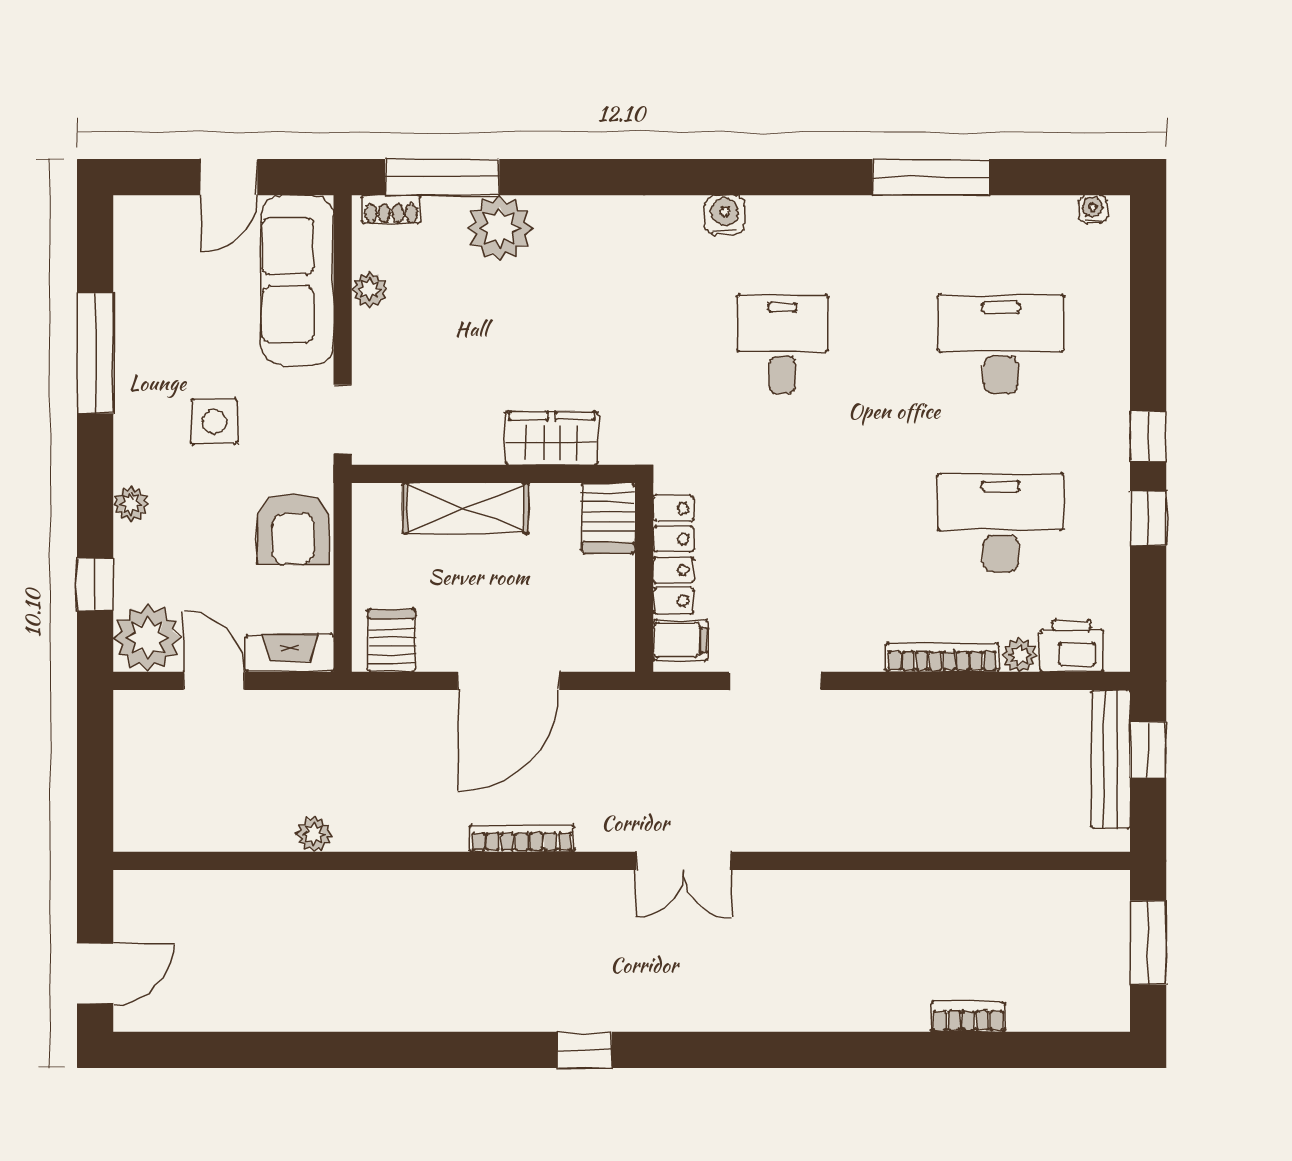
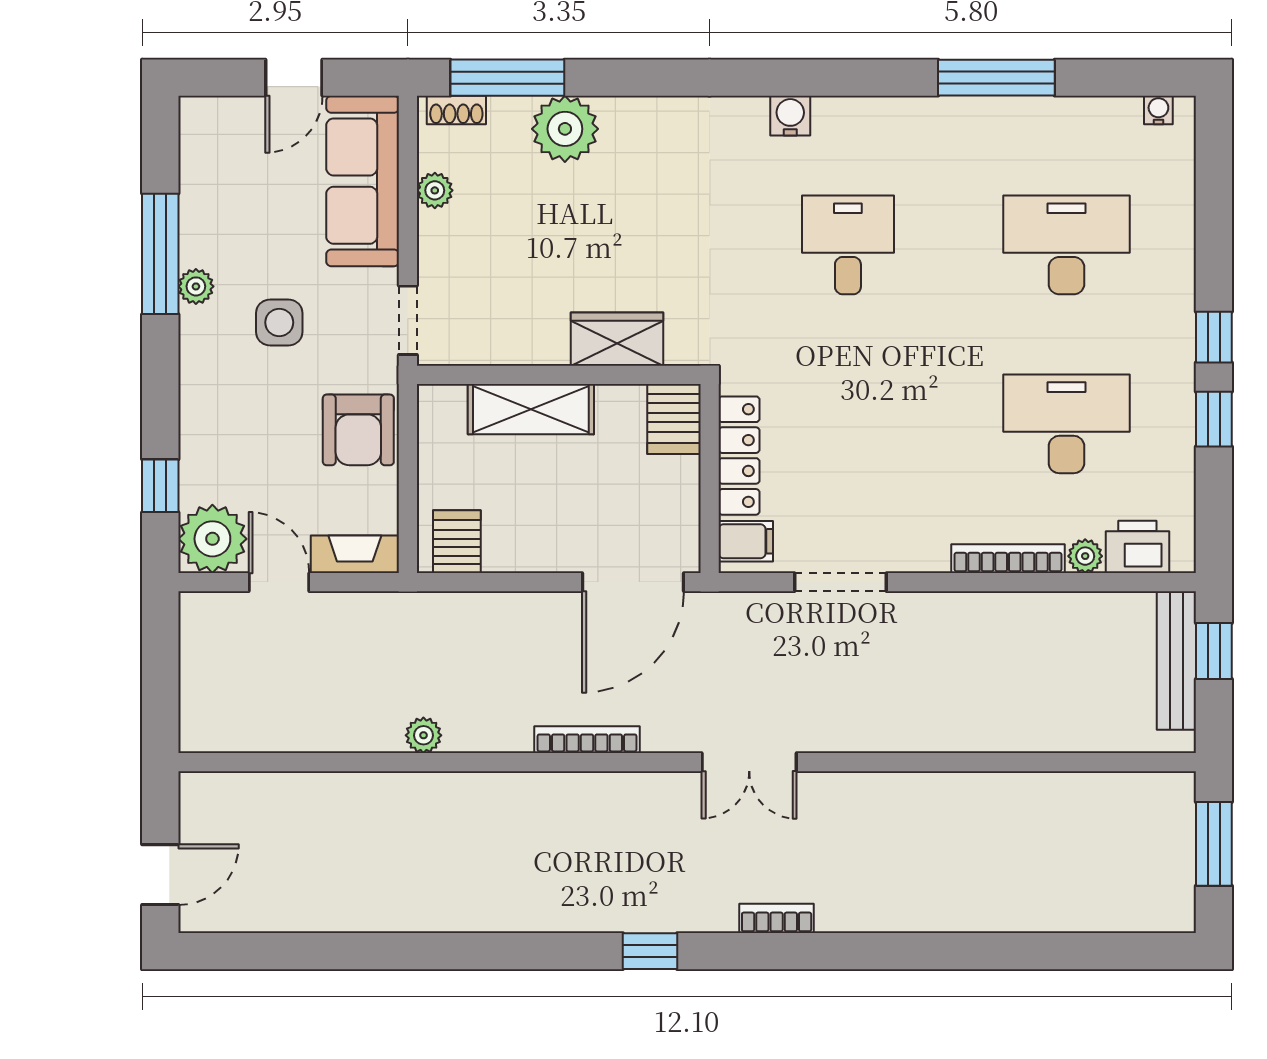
plant: (131, 504) -> (196, 286), moved
door: (509, 681) -> (633, 582), moved
plant: (314, 834) -> (423, 735), moved
bookcase: (968, 1017) -> (777, 918), moved

